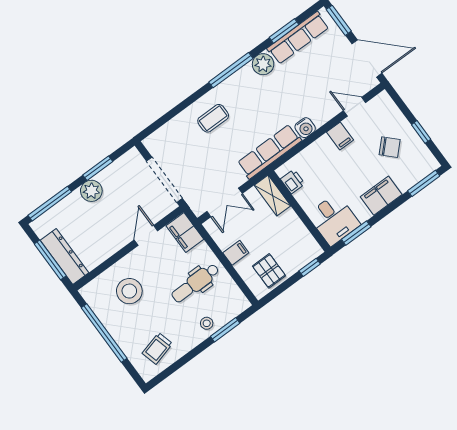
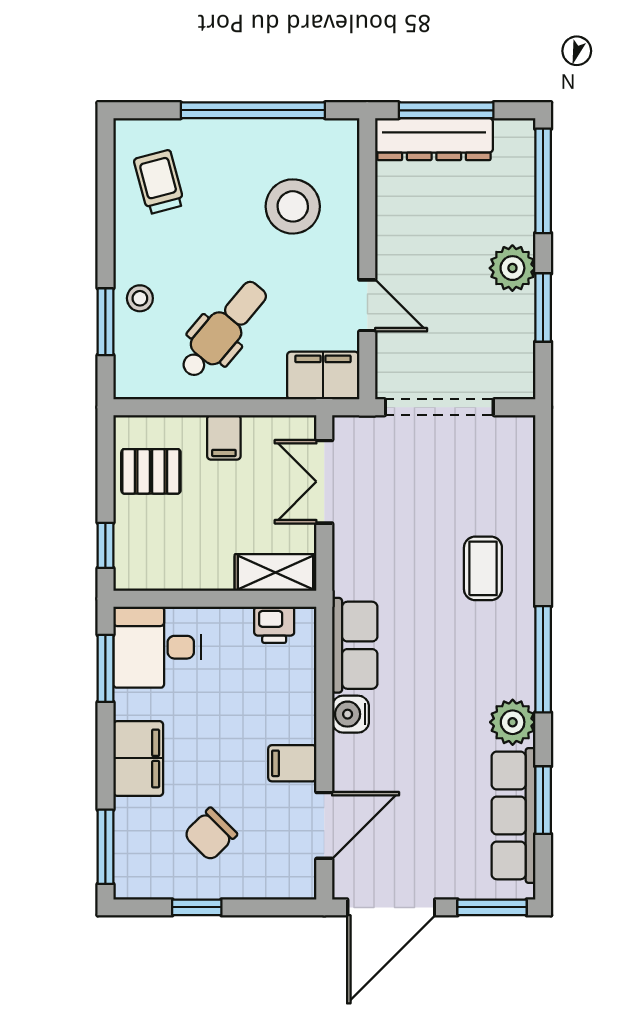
door: (355, 107) -> (324, 825), width x1.38
row of seats: (269, 152) -> (355, 645), width x0.68
dental chair: (195, 283) -> (223, 330), turned 40

